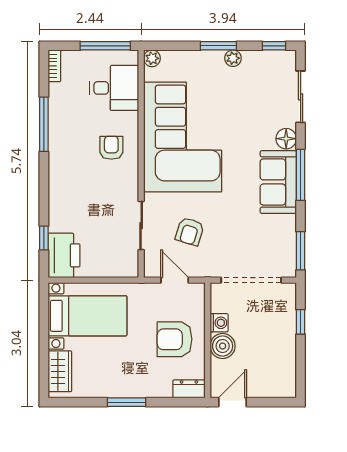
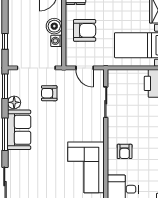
corner sofa: (183, 137) -> (86, 167), width x0.73, depth x0.74
floor lamp: (286, 139) -> (14, 102), moved
armchair: (190, 231) -> (49, 93), moved, turned -107

